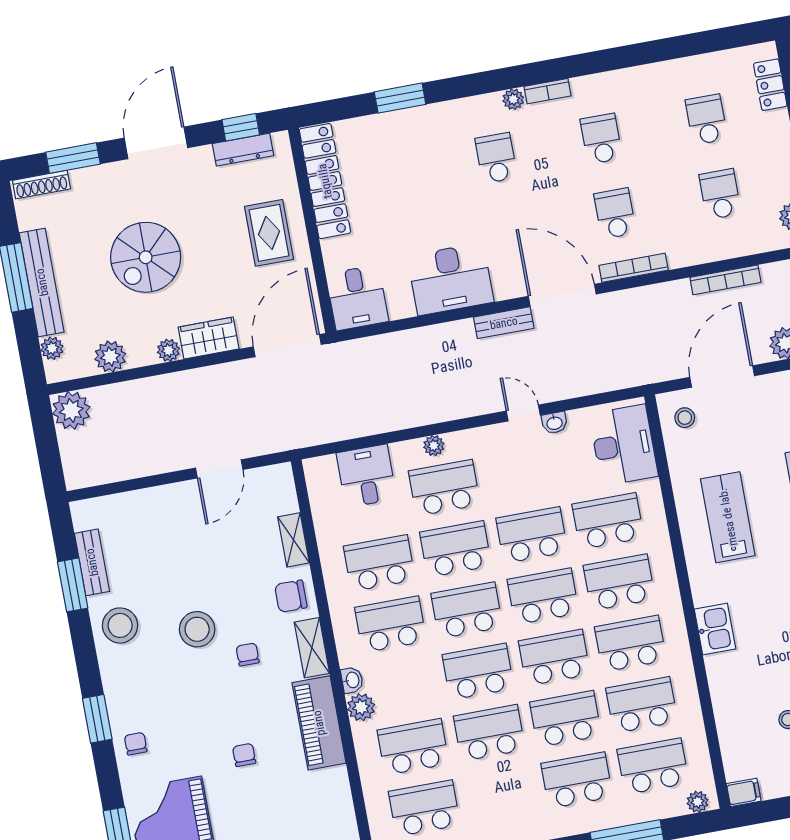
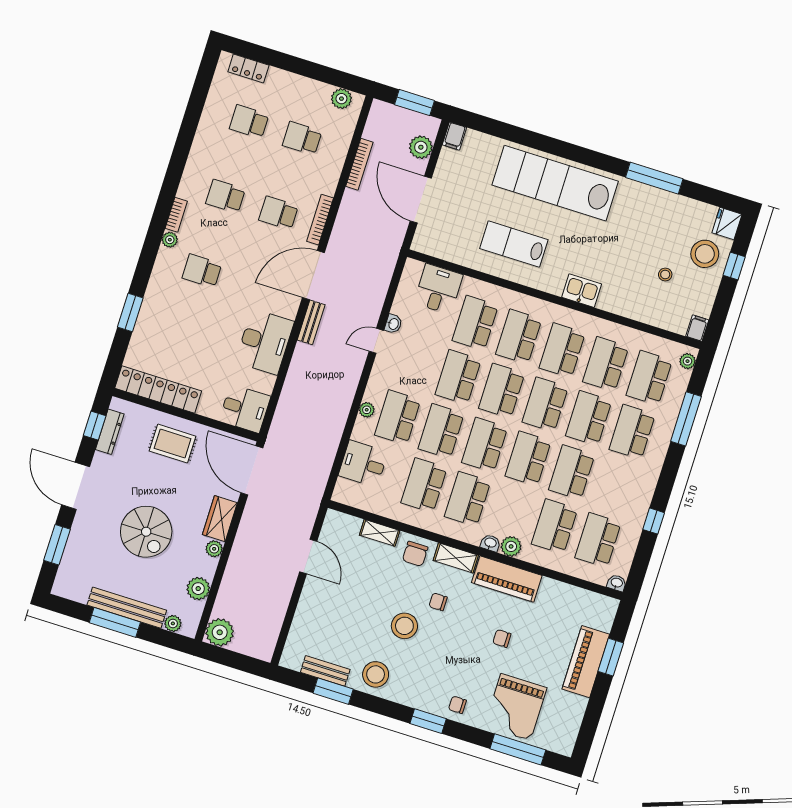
shoe rack: (41, 185) -> (63, 574), removed
stool: (685, 418) -> (435, 238), removed
desk: (624, 445) -> (438, 289), width x0.73

